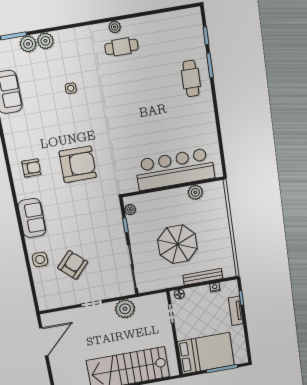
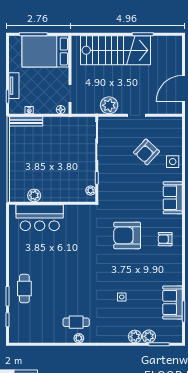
bar counter: (175, 169) -> (40, 218), width x0.73
parasol: (178, 244) -> (56, 154), removed
bench: (203, 277) -> (26, 121), moved

